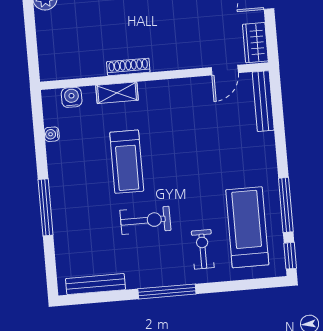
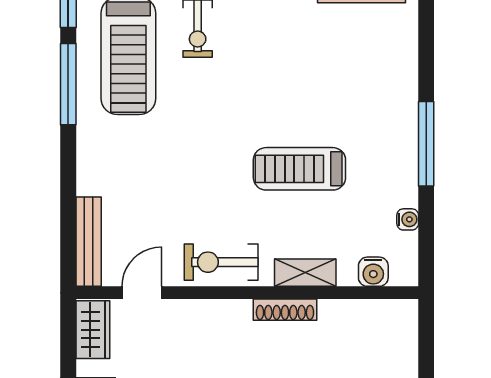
treadmill: (127, 162) -> (299, 169), turned -90
window: (46, 207) -> (426, 144), moved
exercise bike: (145, 220) -> (221, 262), moved

